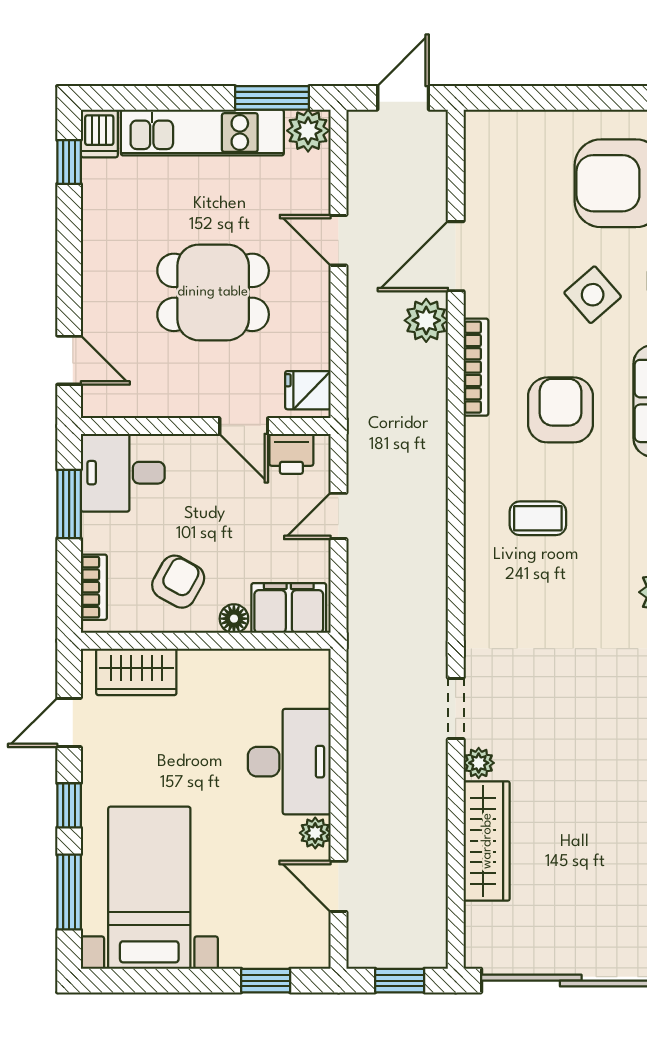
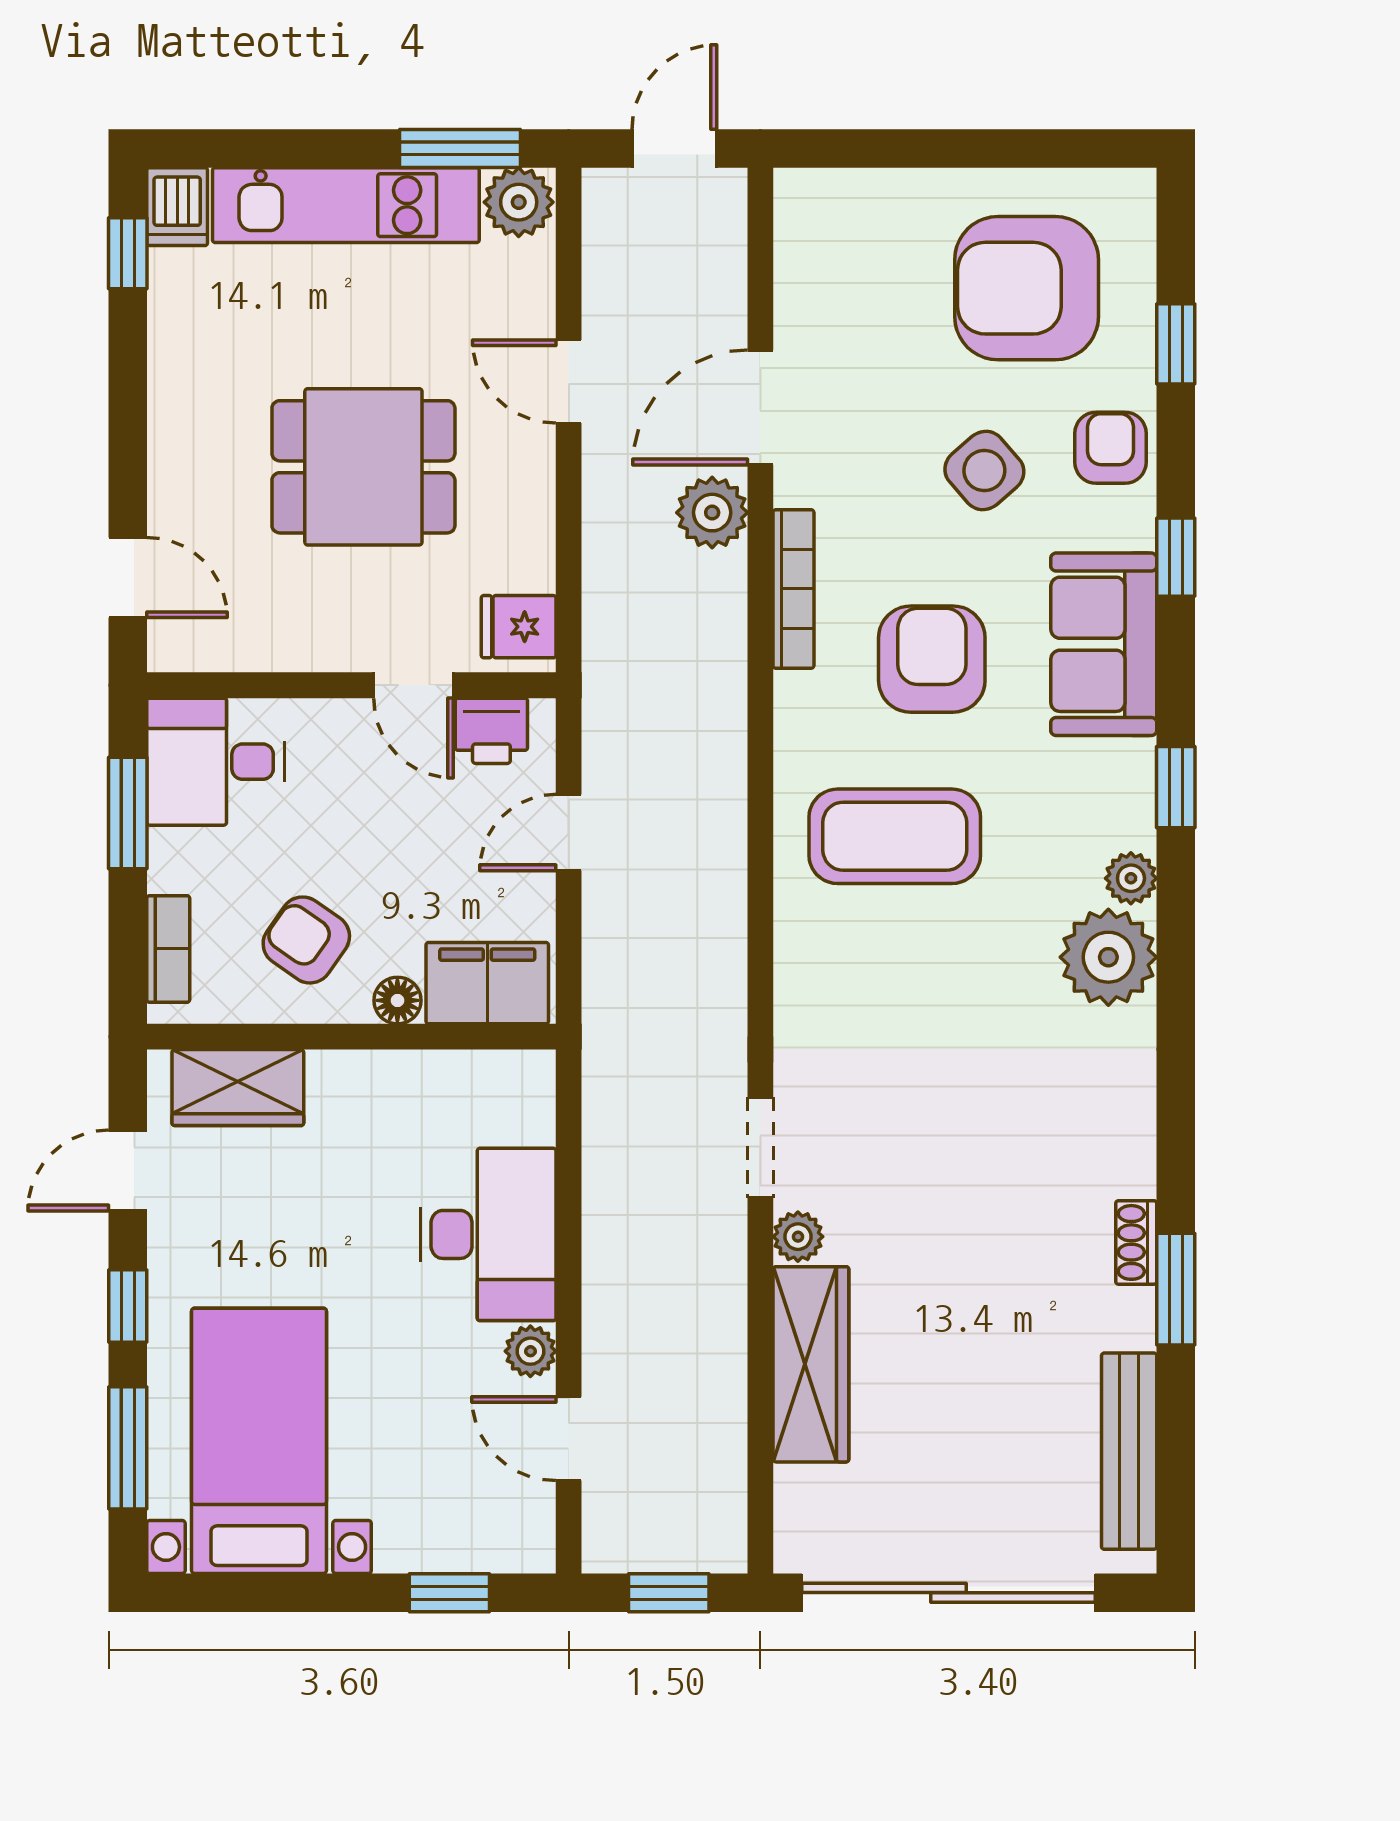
coffee table: (538, 518) -> (895, 836), width x1.86, depth x1.72
armchair: (178, 582) -> (306, 940), turned -84

